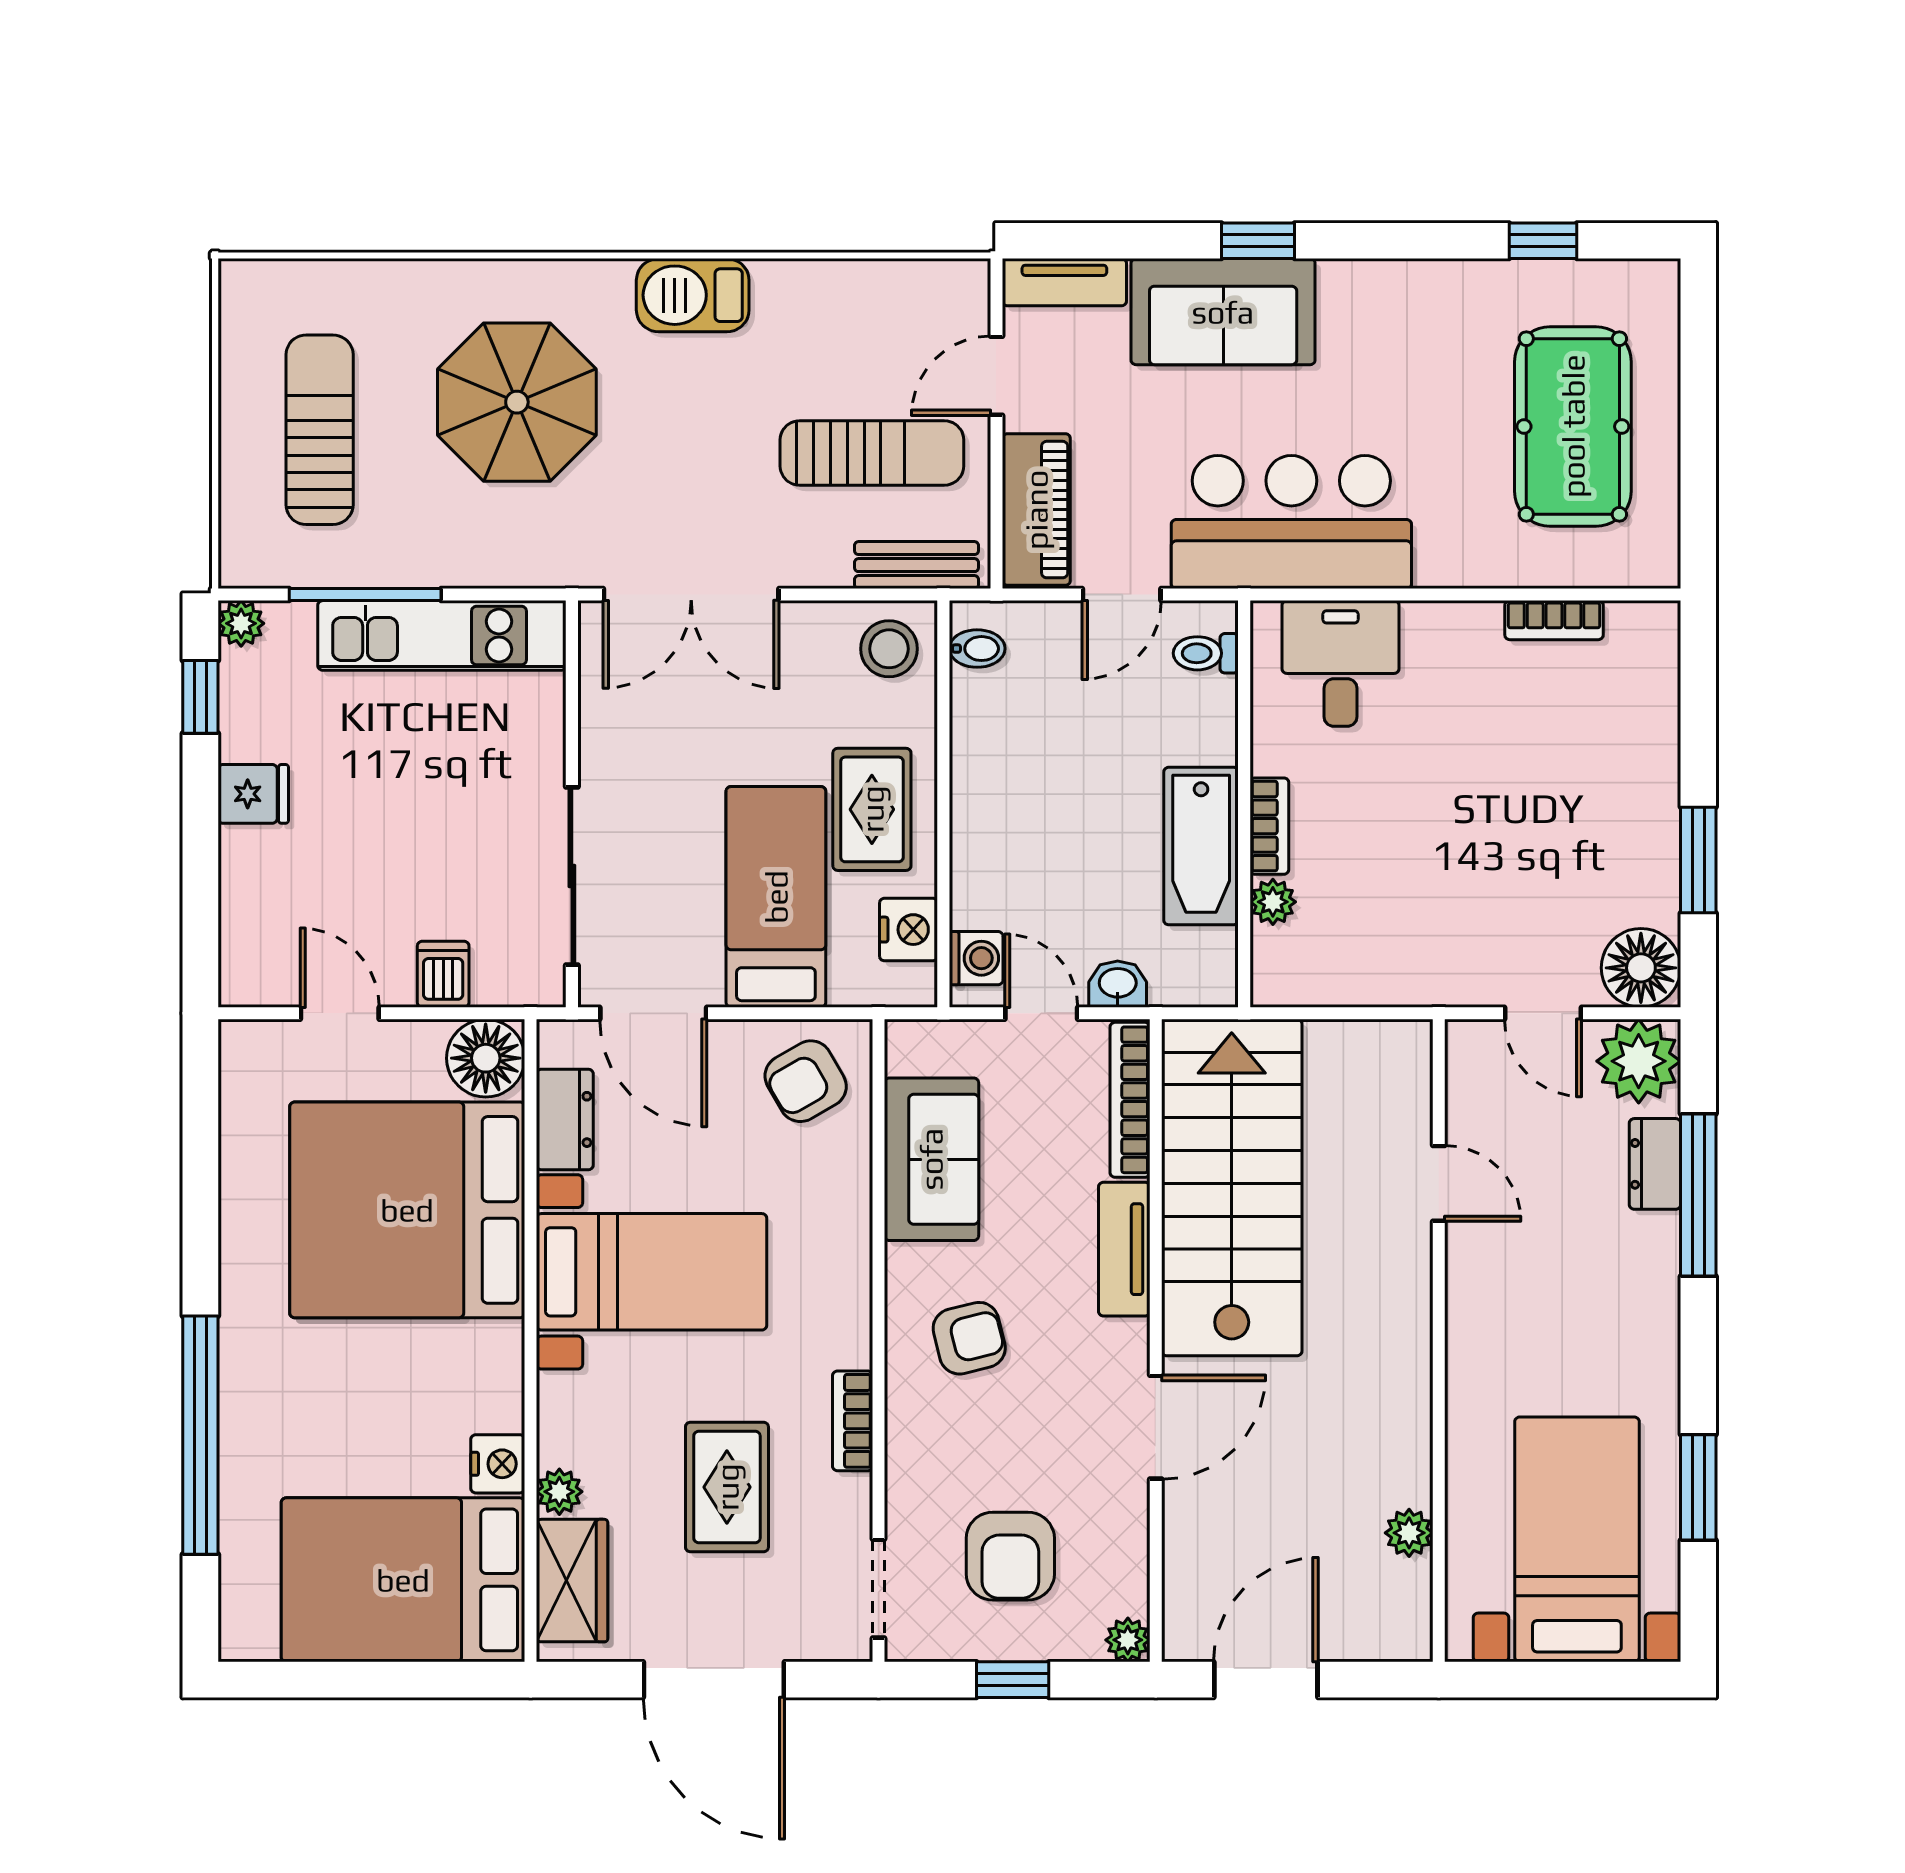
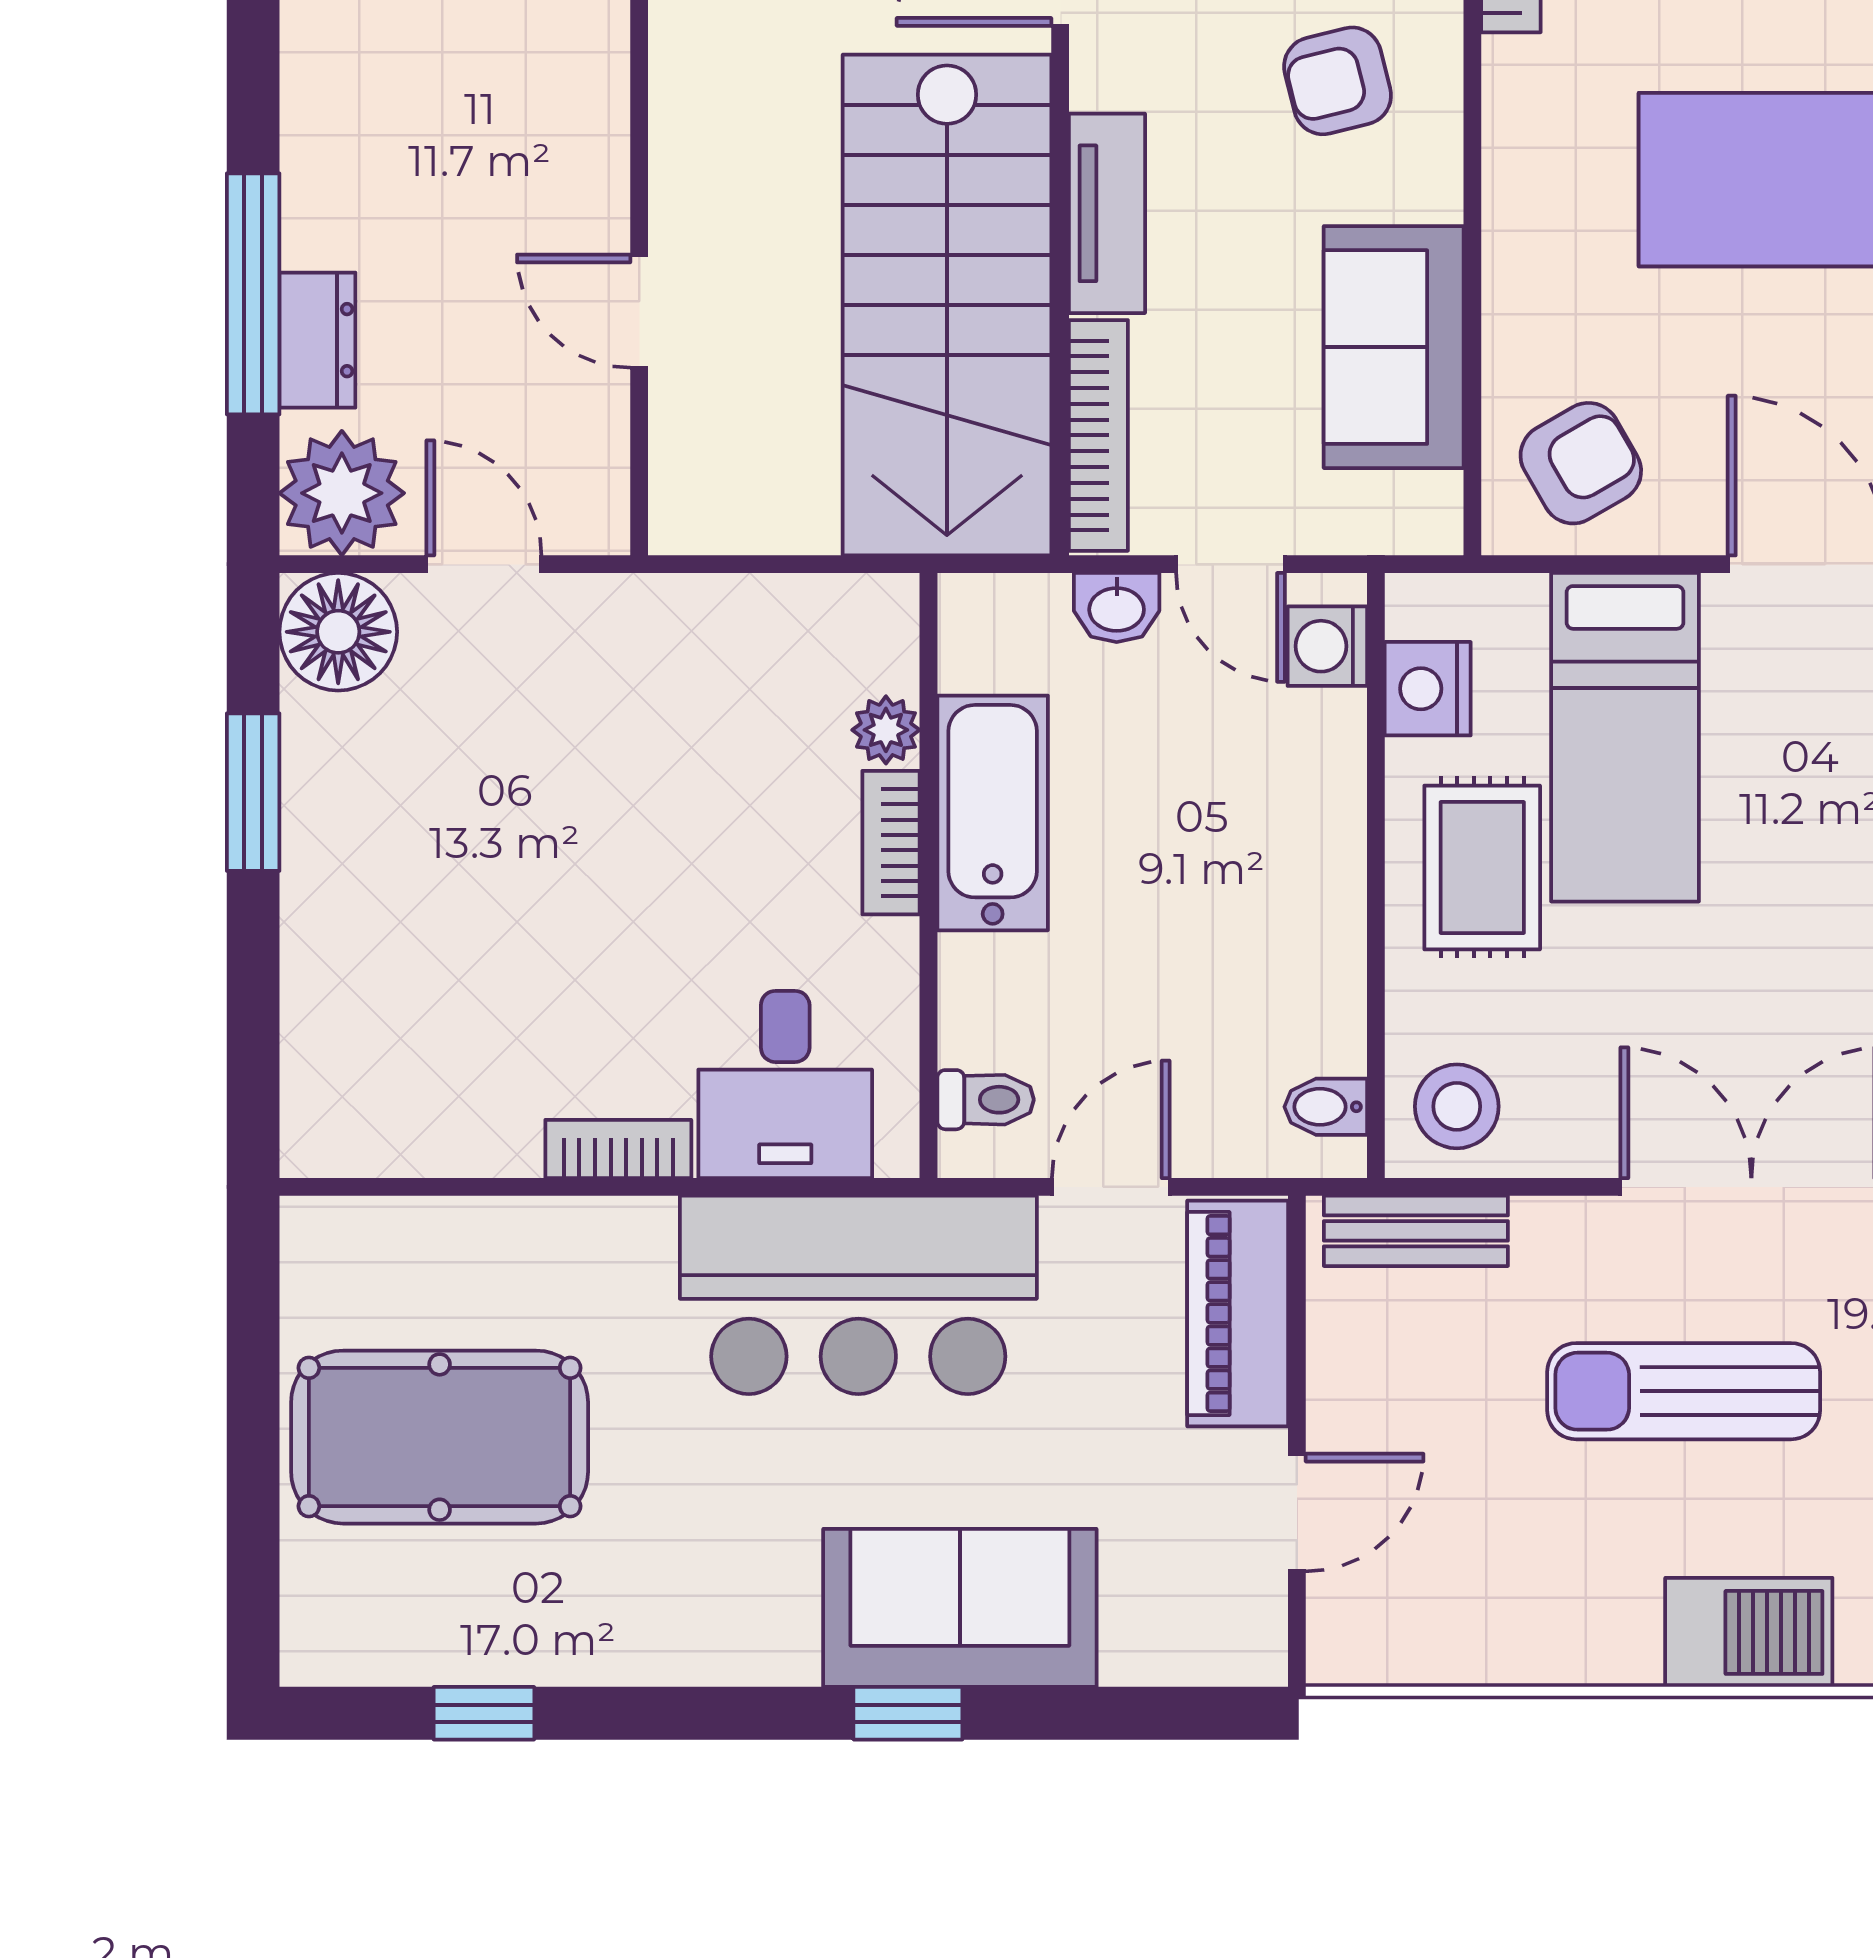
tv unit: (1064, 282) -> (1196, 1652), removed
pool table: (1573, 426) -> (440, 1437), turned 90
sun lounger: (872, 453) -> (1684, 1391), moved
bookcase: (1554, 620) -> (618, 1149), moved

